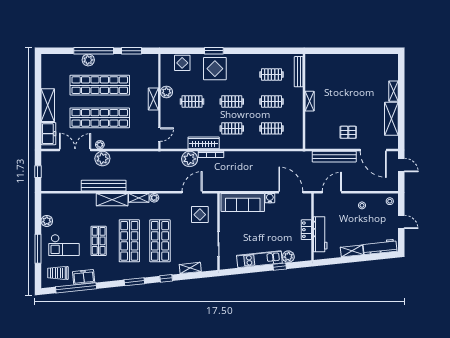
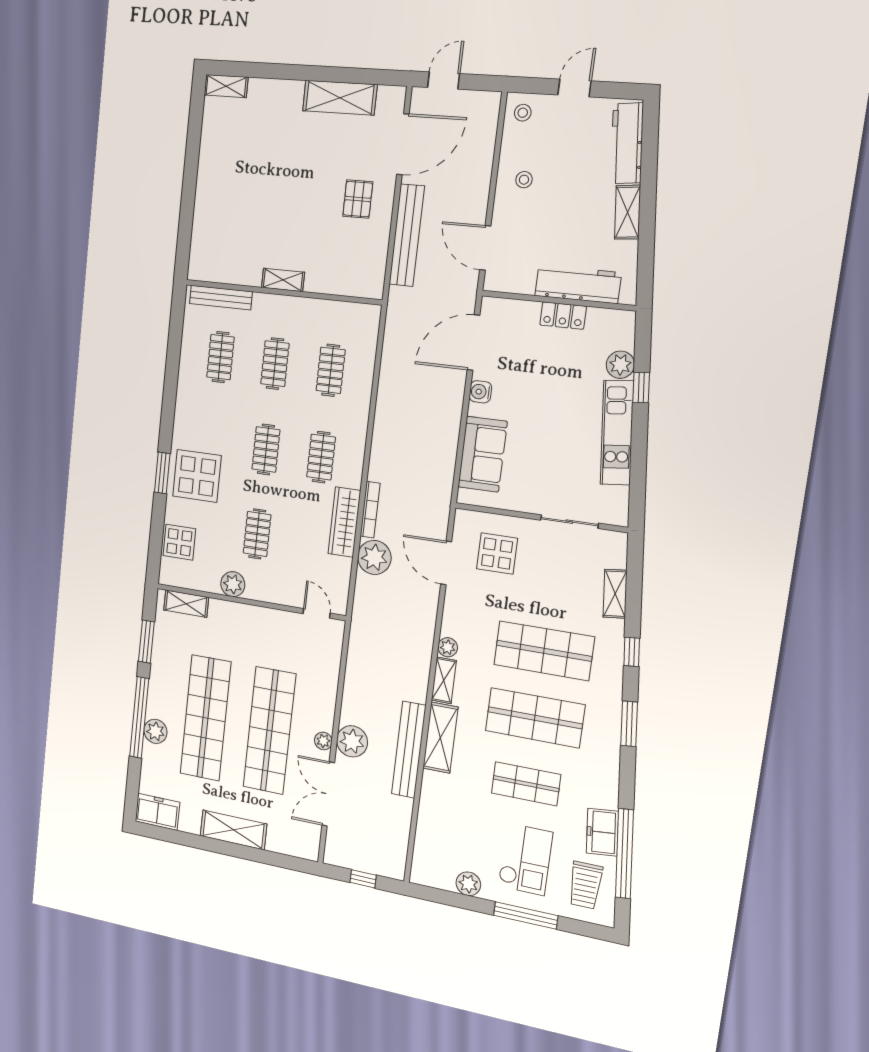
shelving: (393, 91) -> (226, 86), moved
shelving: (153, 99) -> (186, 604), moved
freezer: (48, 134) -> (157, 812), moved
sofa: (243, 202) -> (483, 454), width x0.73

